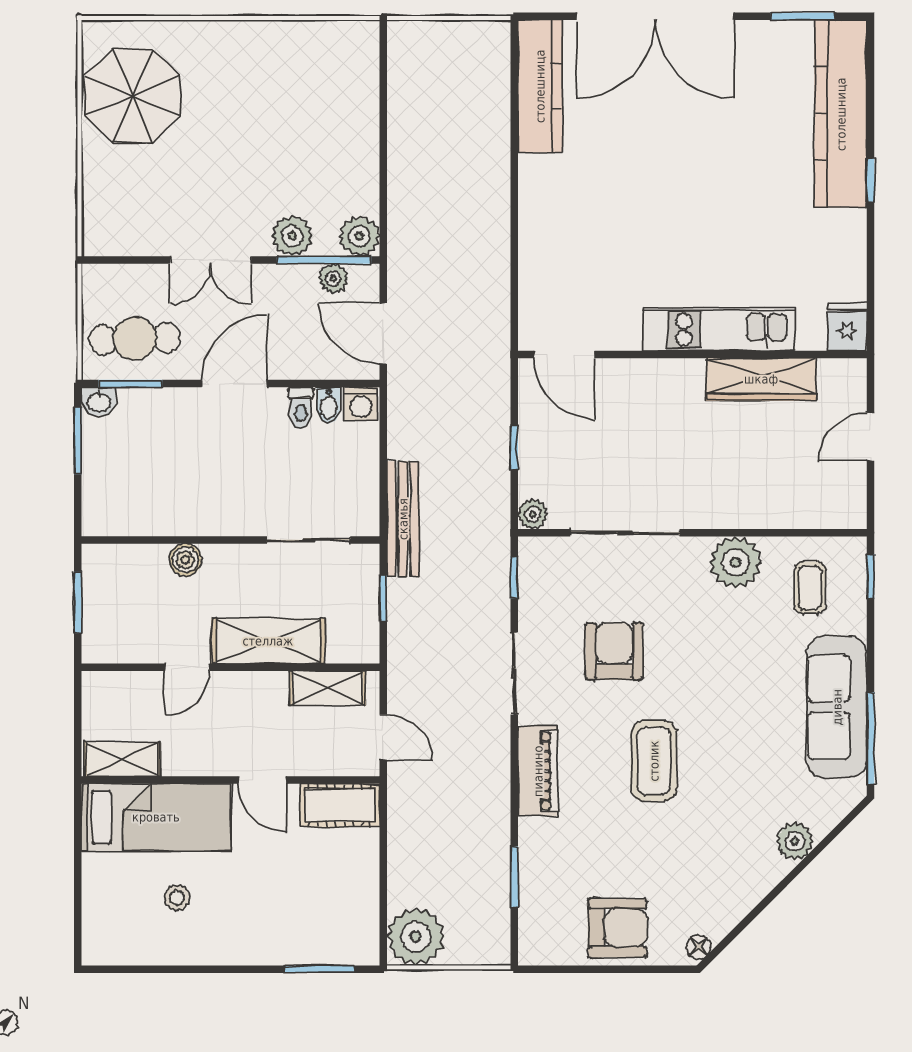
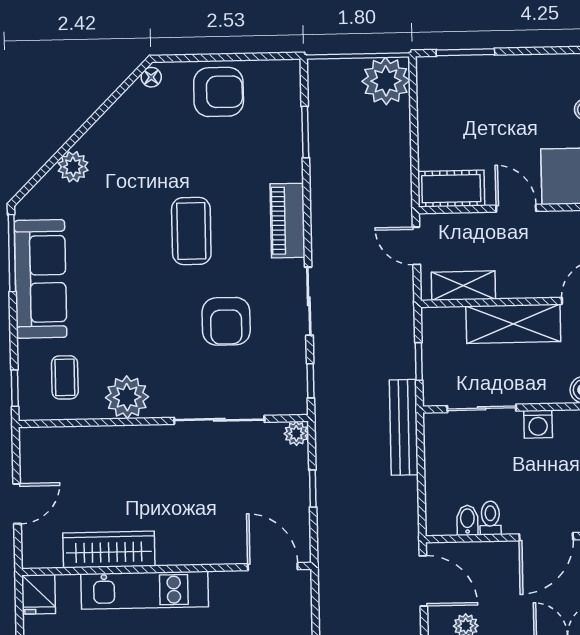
washing machine: (361, 404) -> (538, 424), moved, turned 180
armchair: (618, 928) -> (219, 92), turned 180

